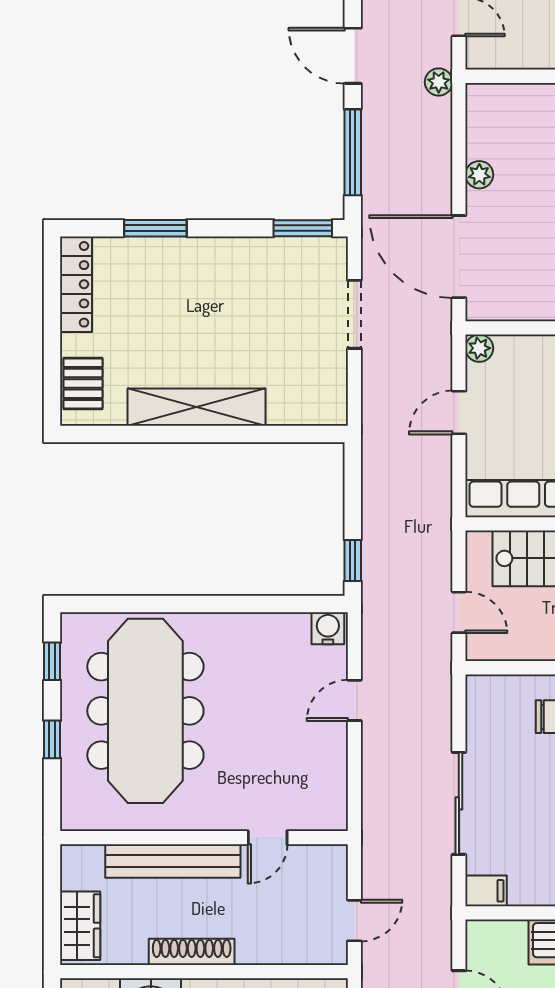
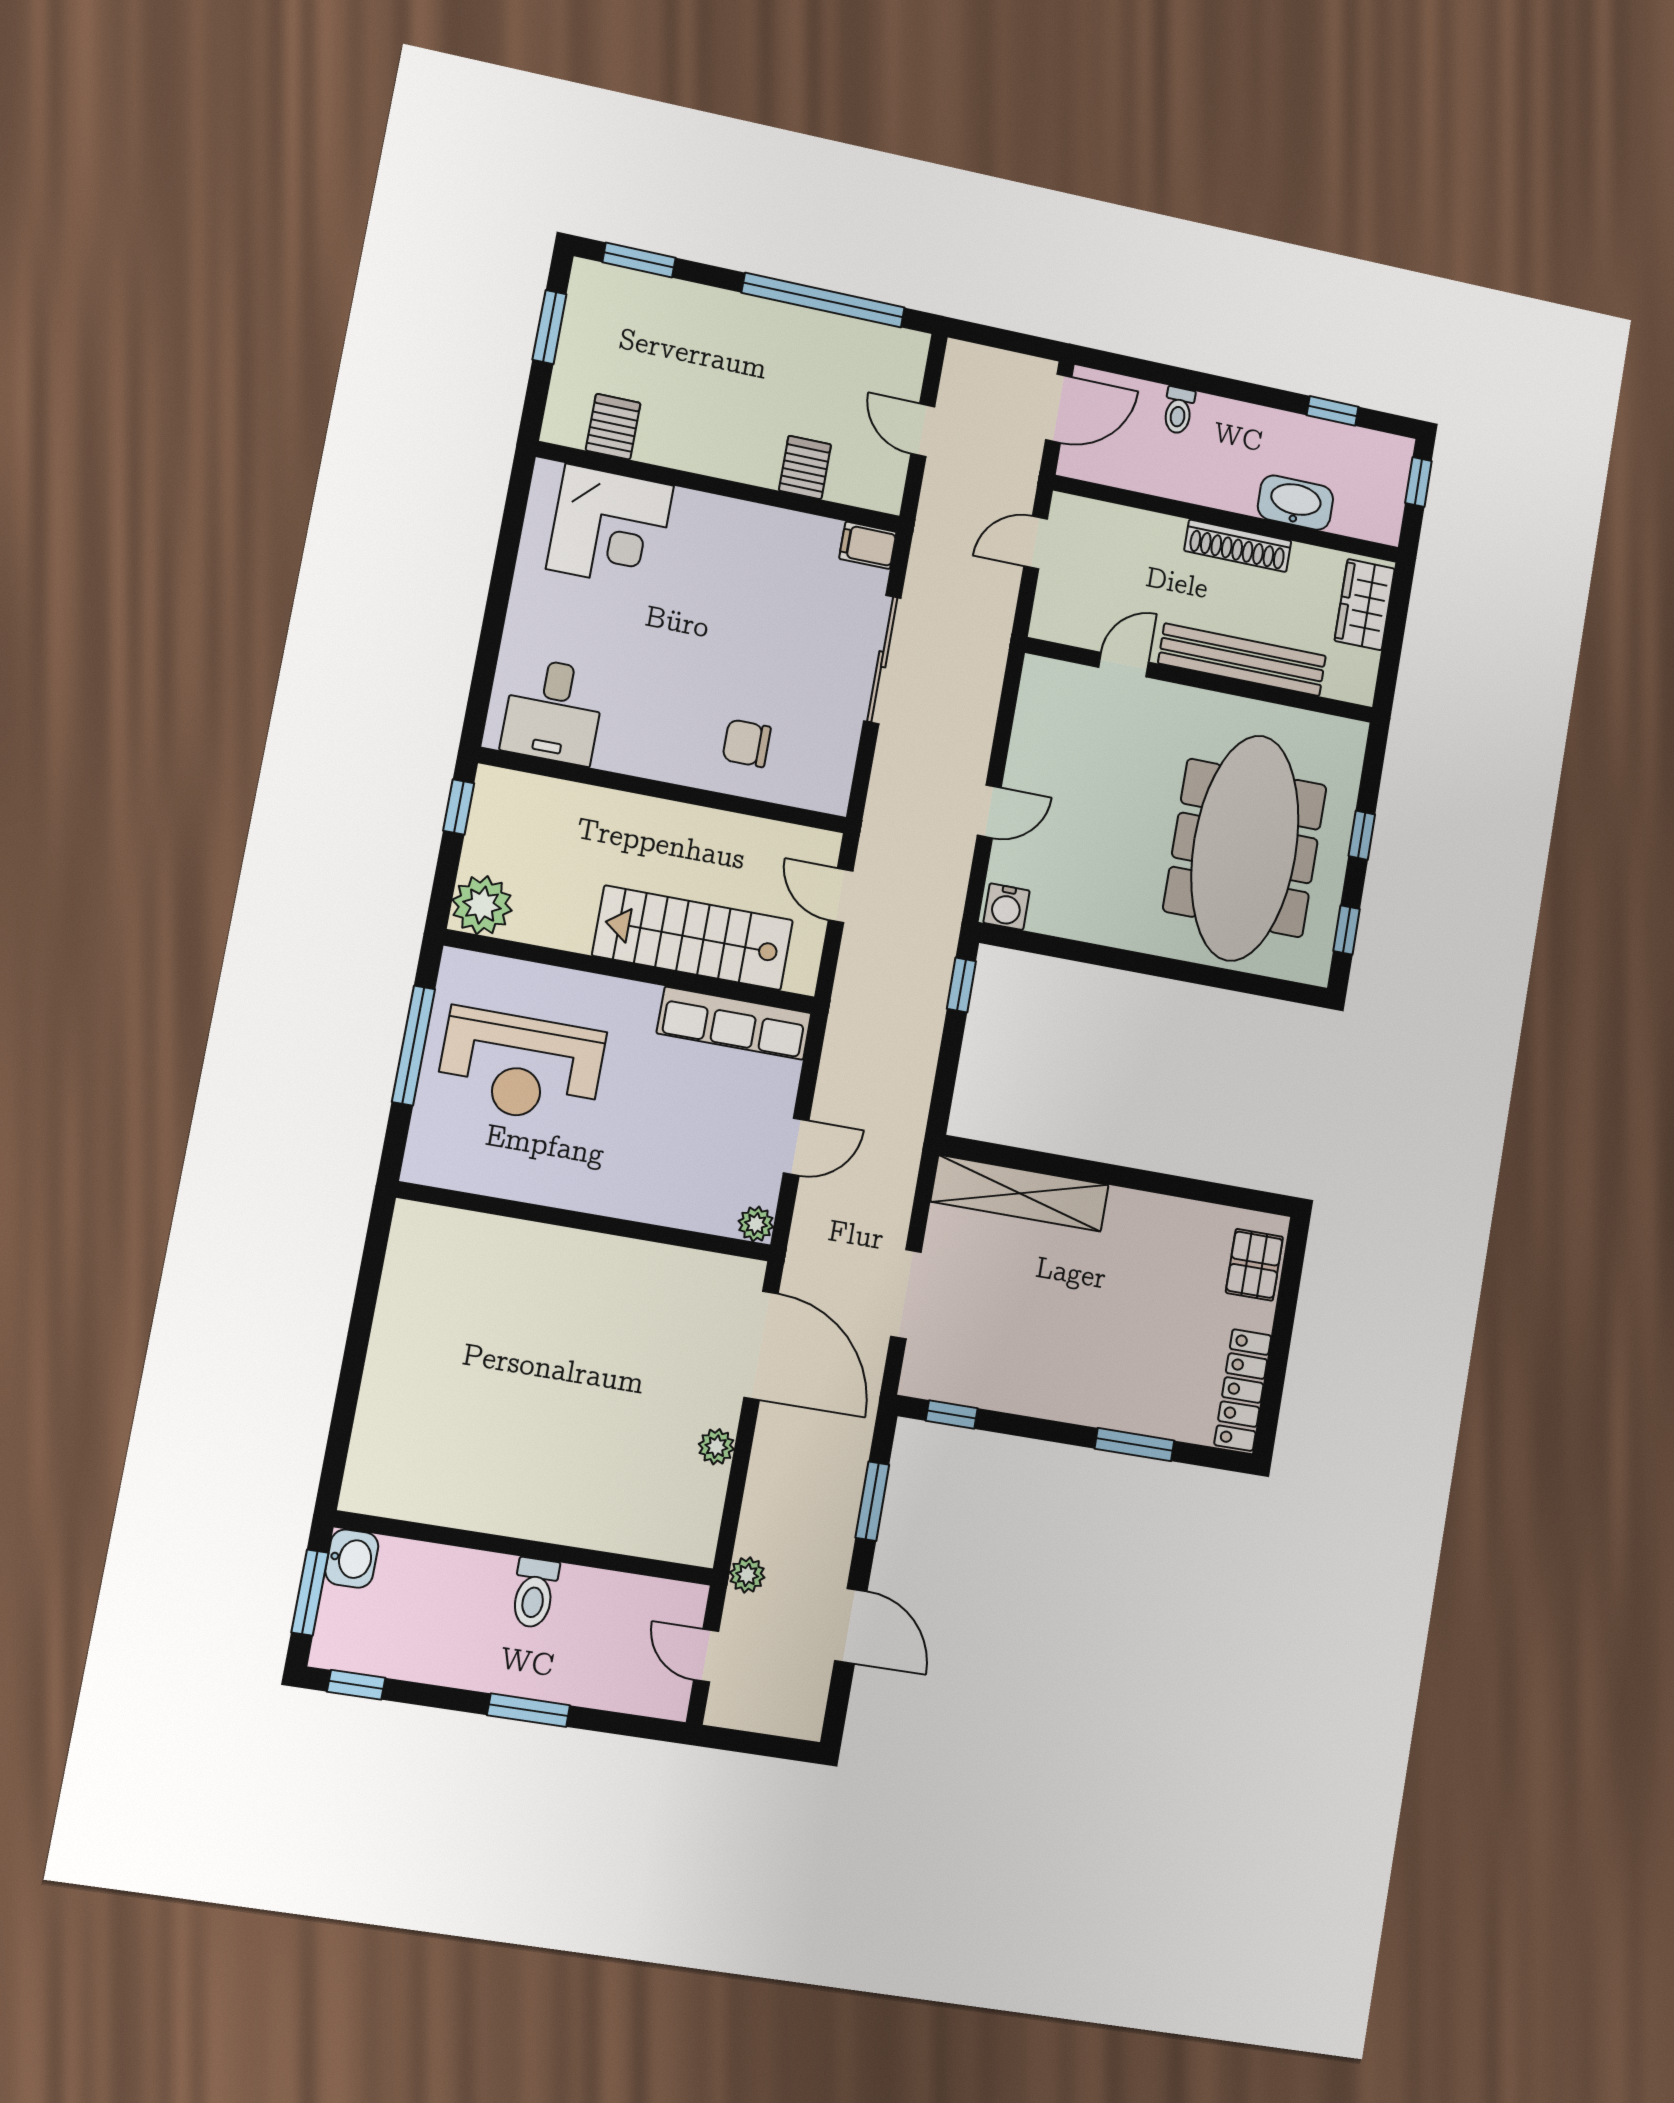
window: (353, 152) -> (872, 1501), width x0.69
window: (303, 228) -> (952, 1414), width x0.67
shelving: (197, 407) -> (1020, 1193), moved

